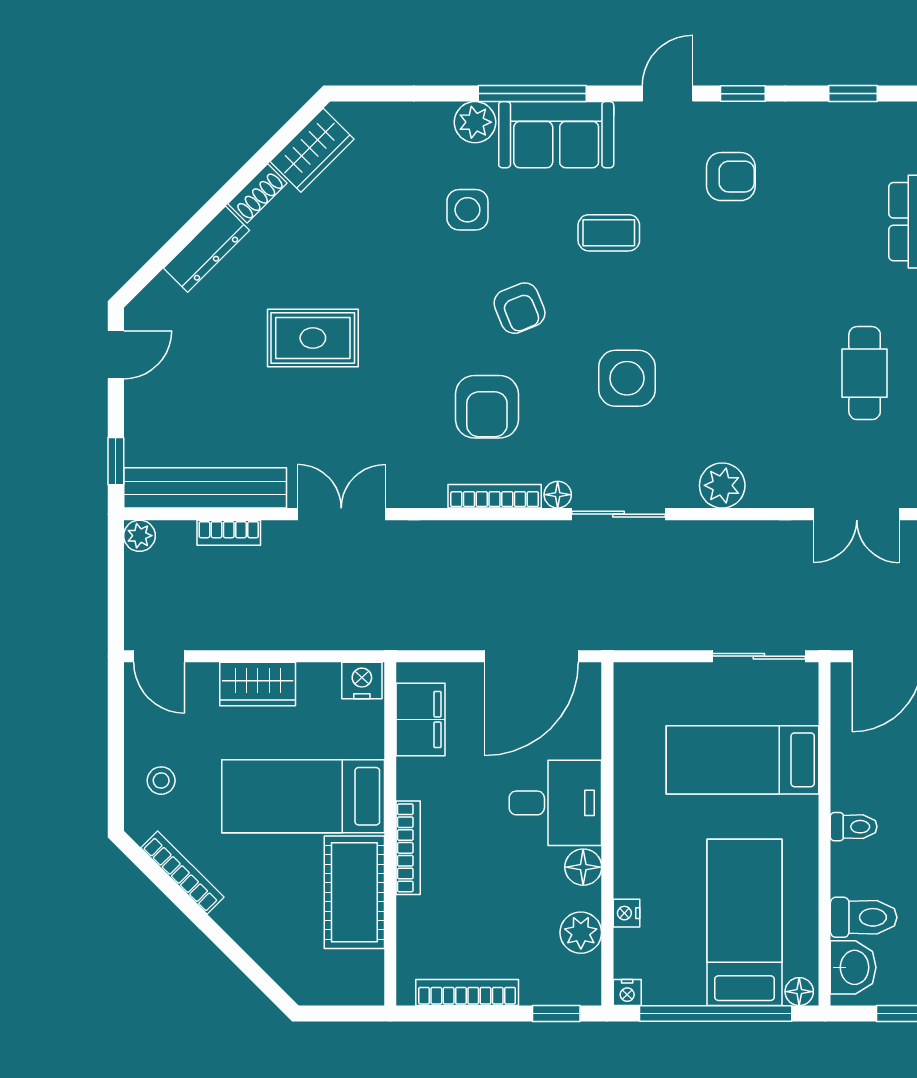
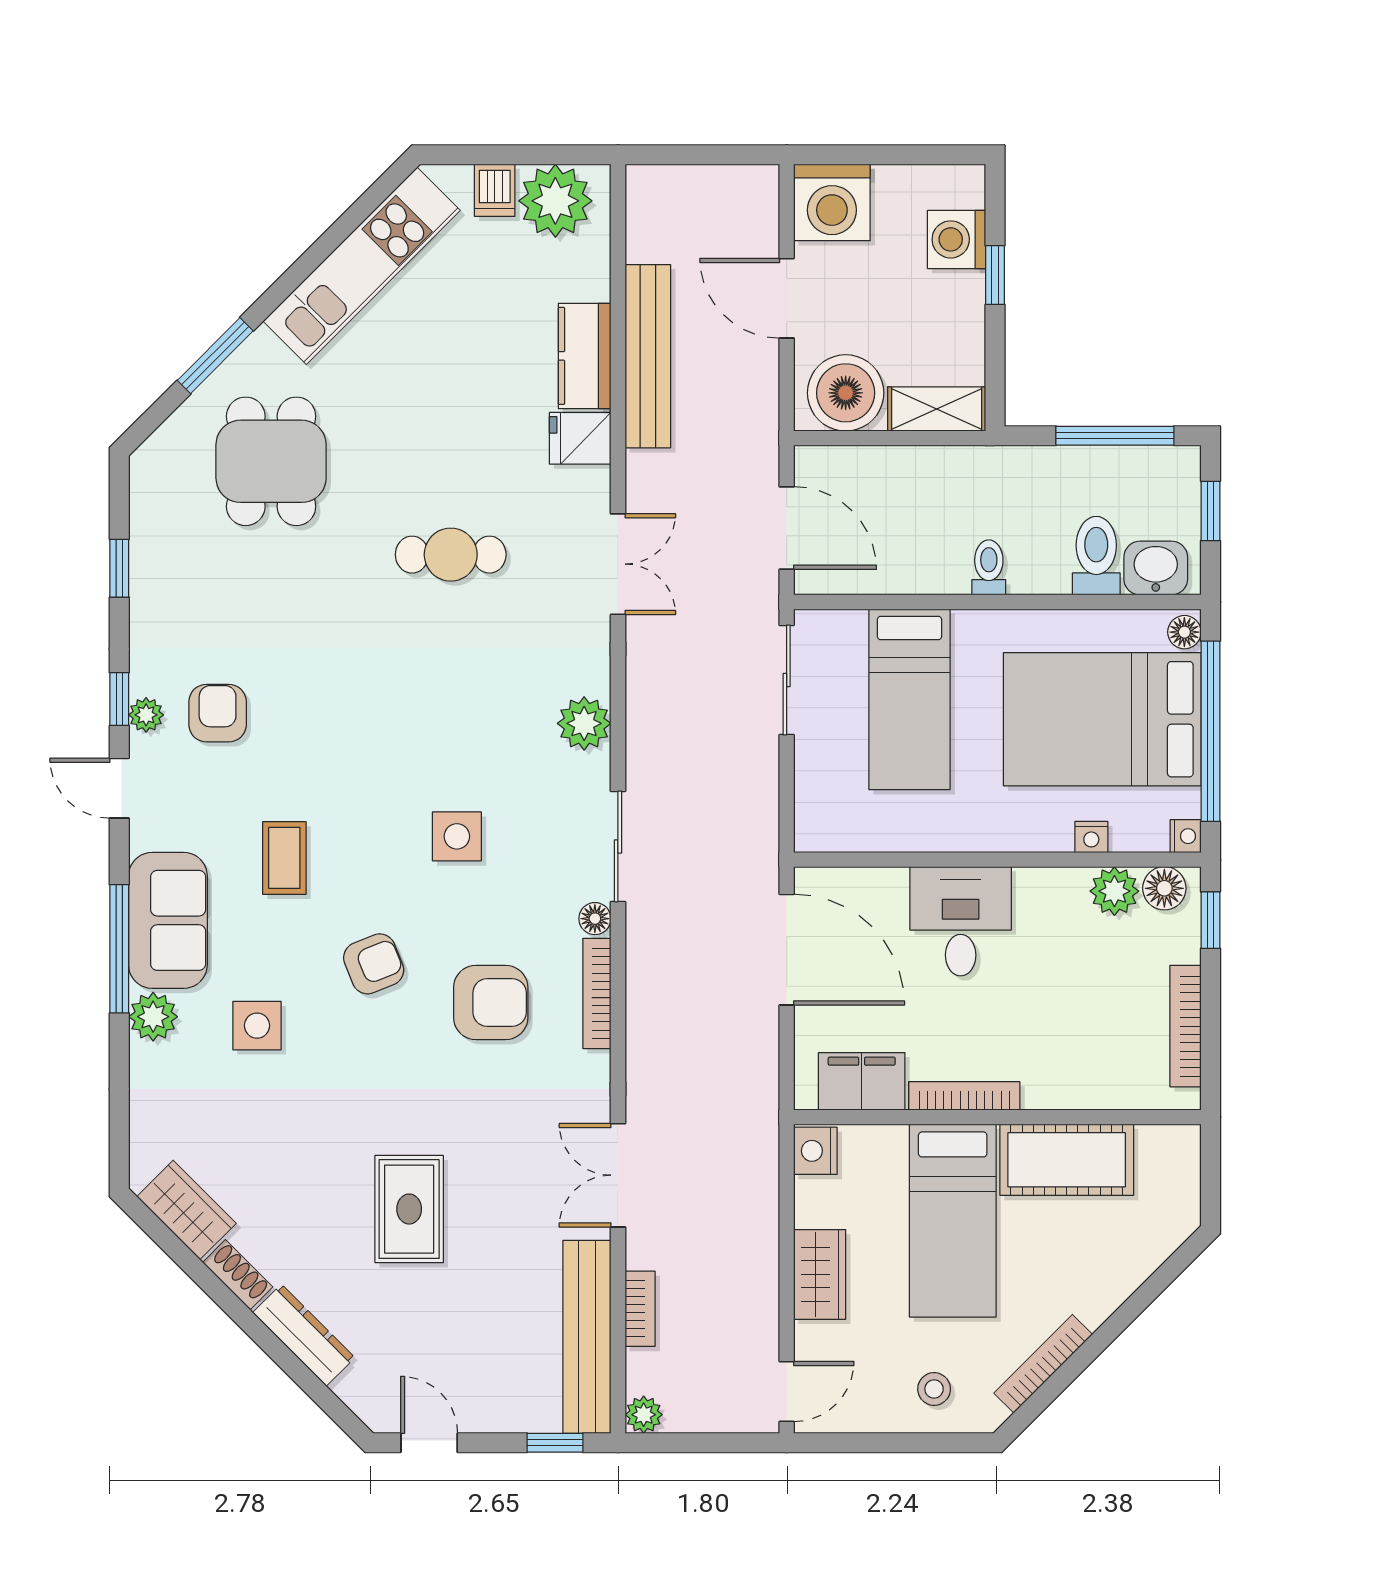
plant: (729, 116) -> (146, 715), added
side table: (627, 378) -> (457, 836), width x0.73, depth x0.73
bookcase: (408, 848) -> (964, 1096), moved
floor lamp: (583, 867) -> (1164, 888), moved
bed: (745, 922) -> (1102, 719), width x1.50

